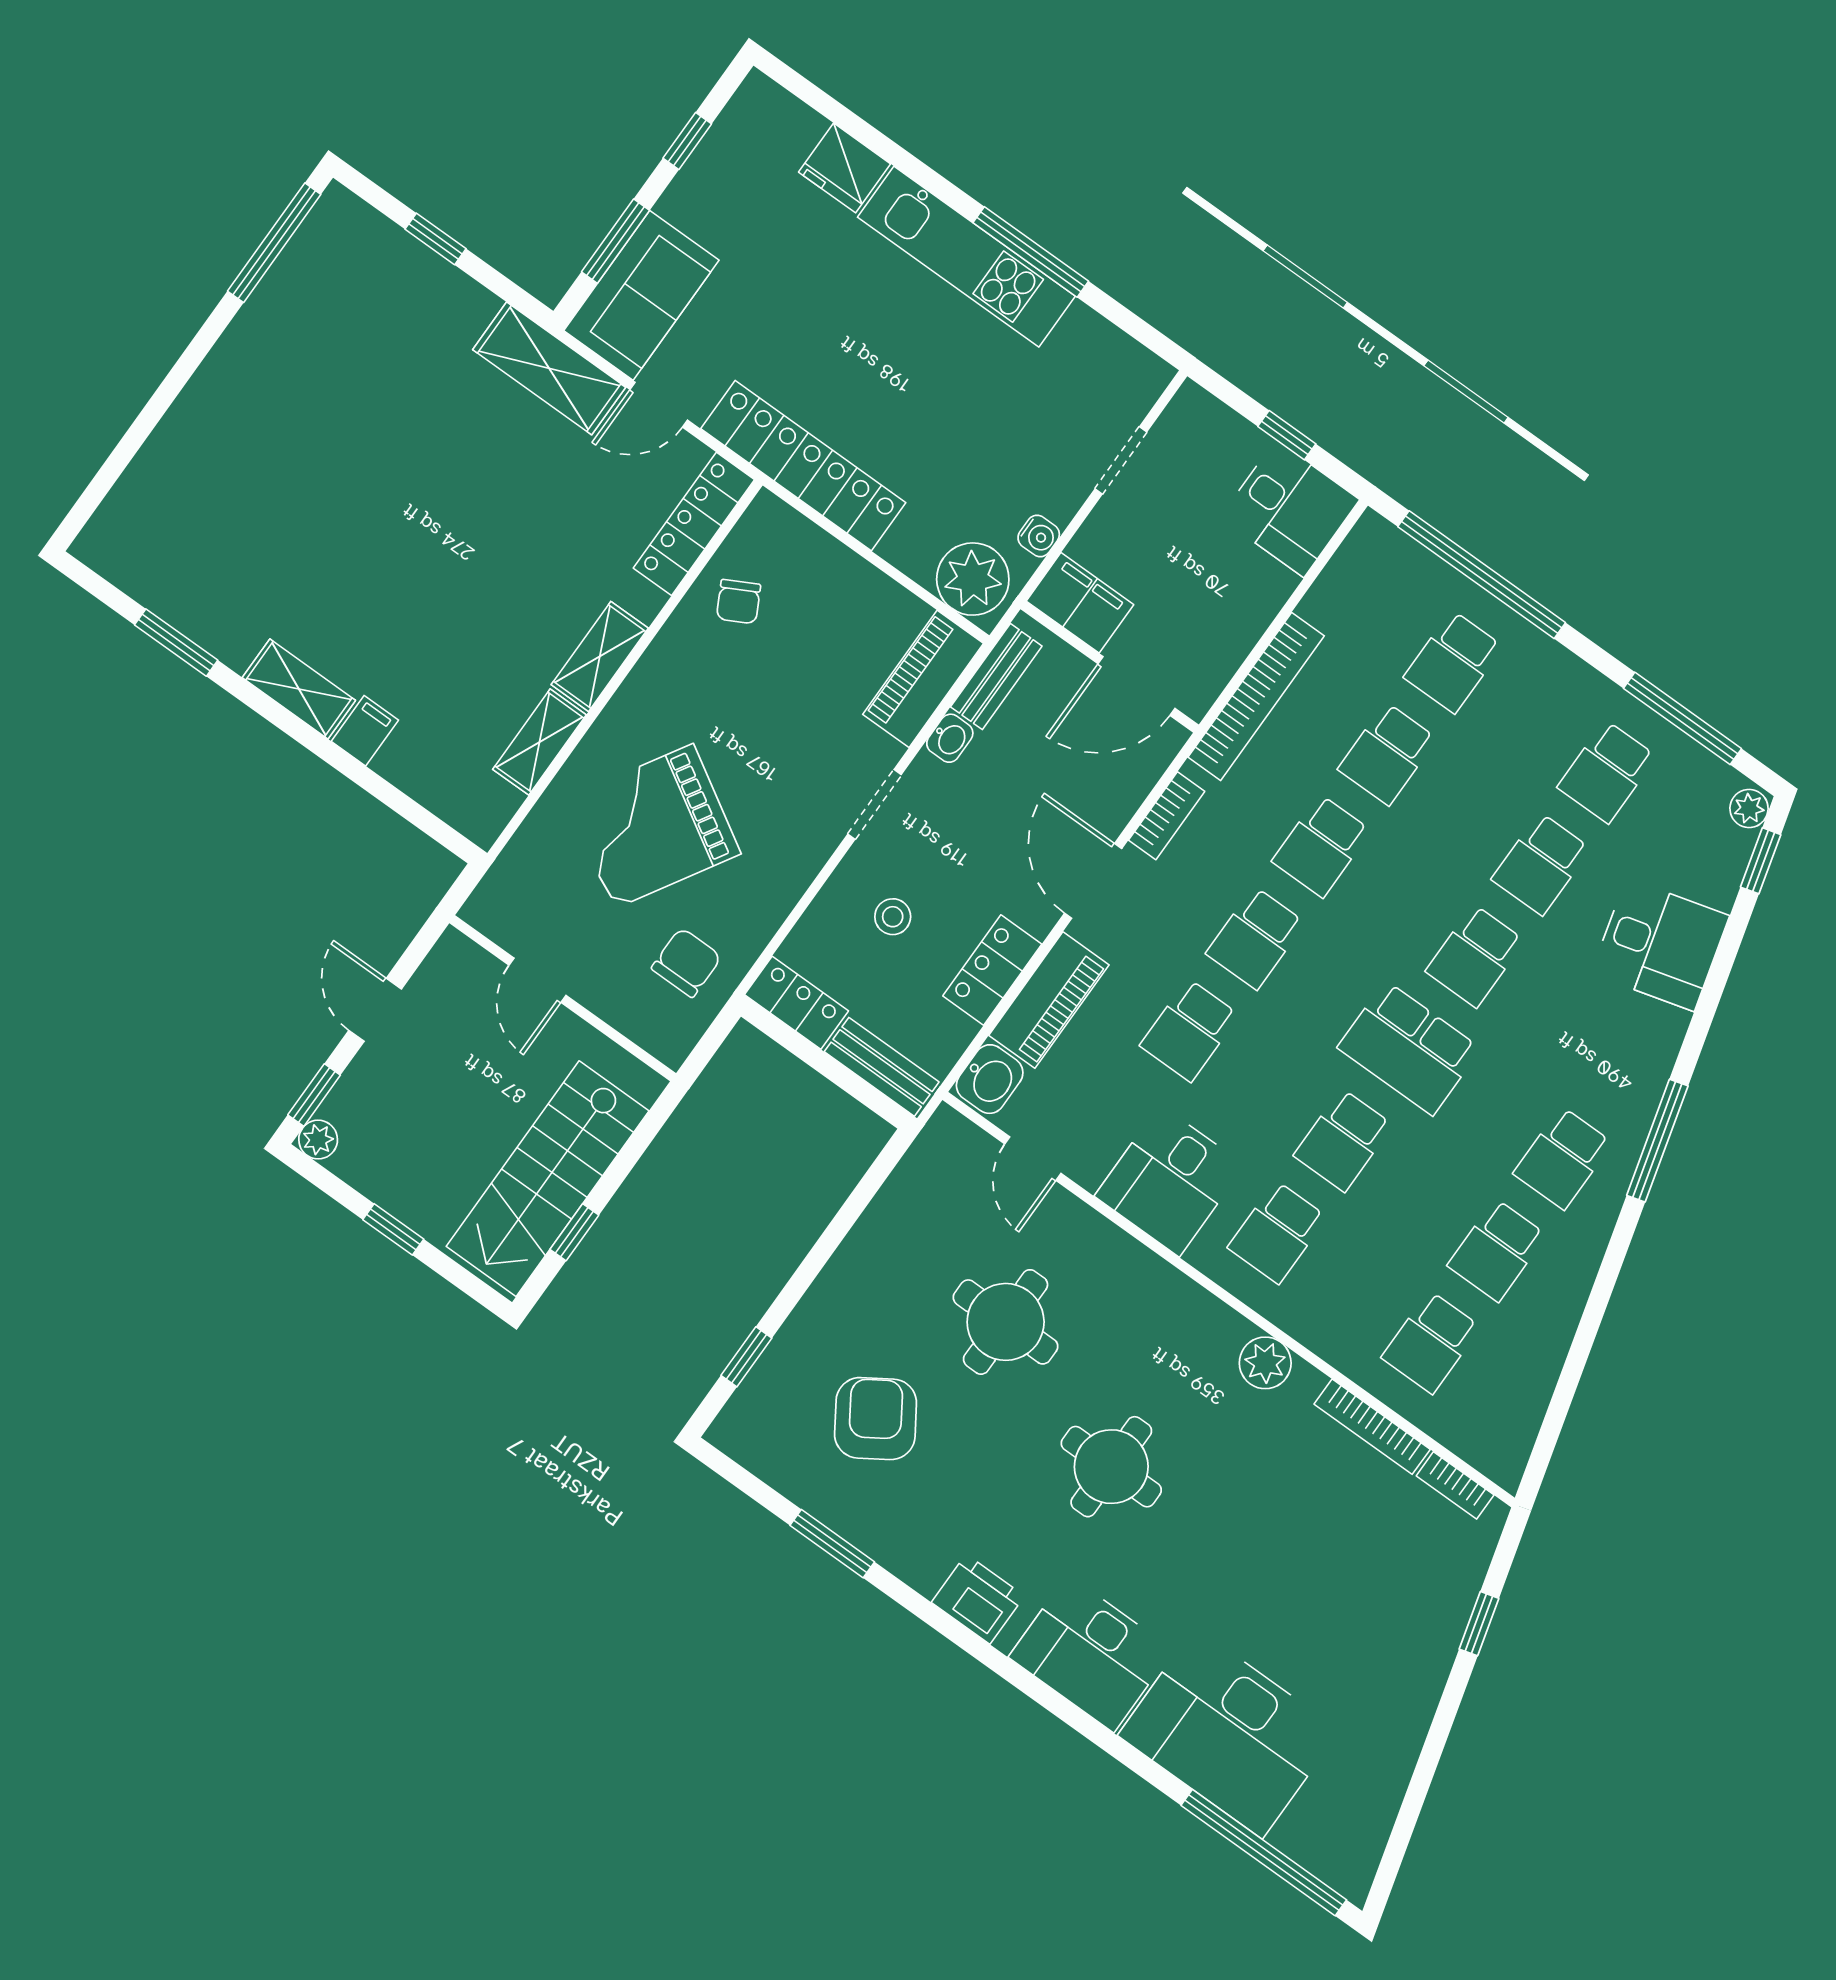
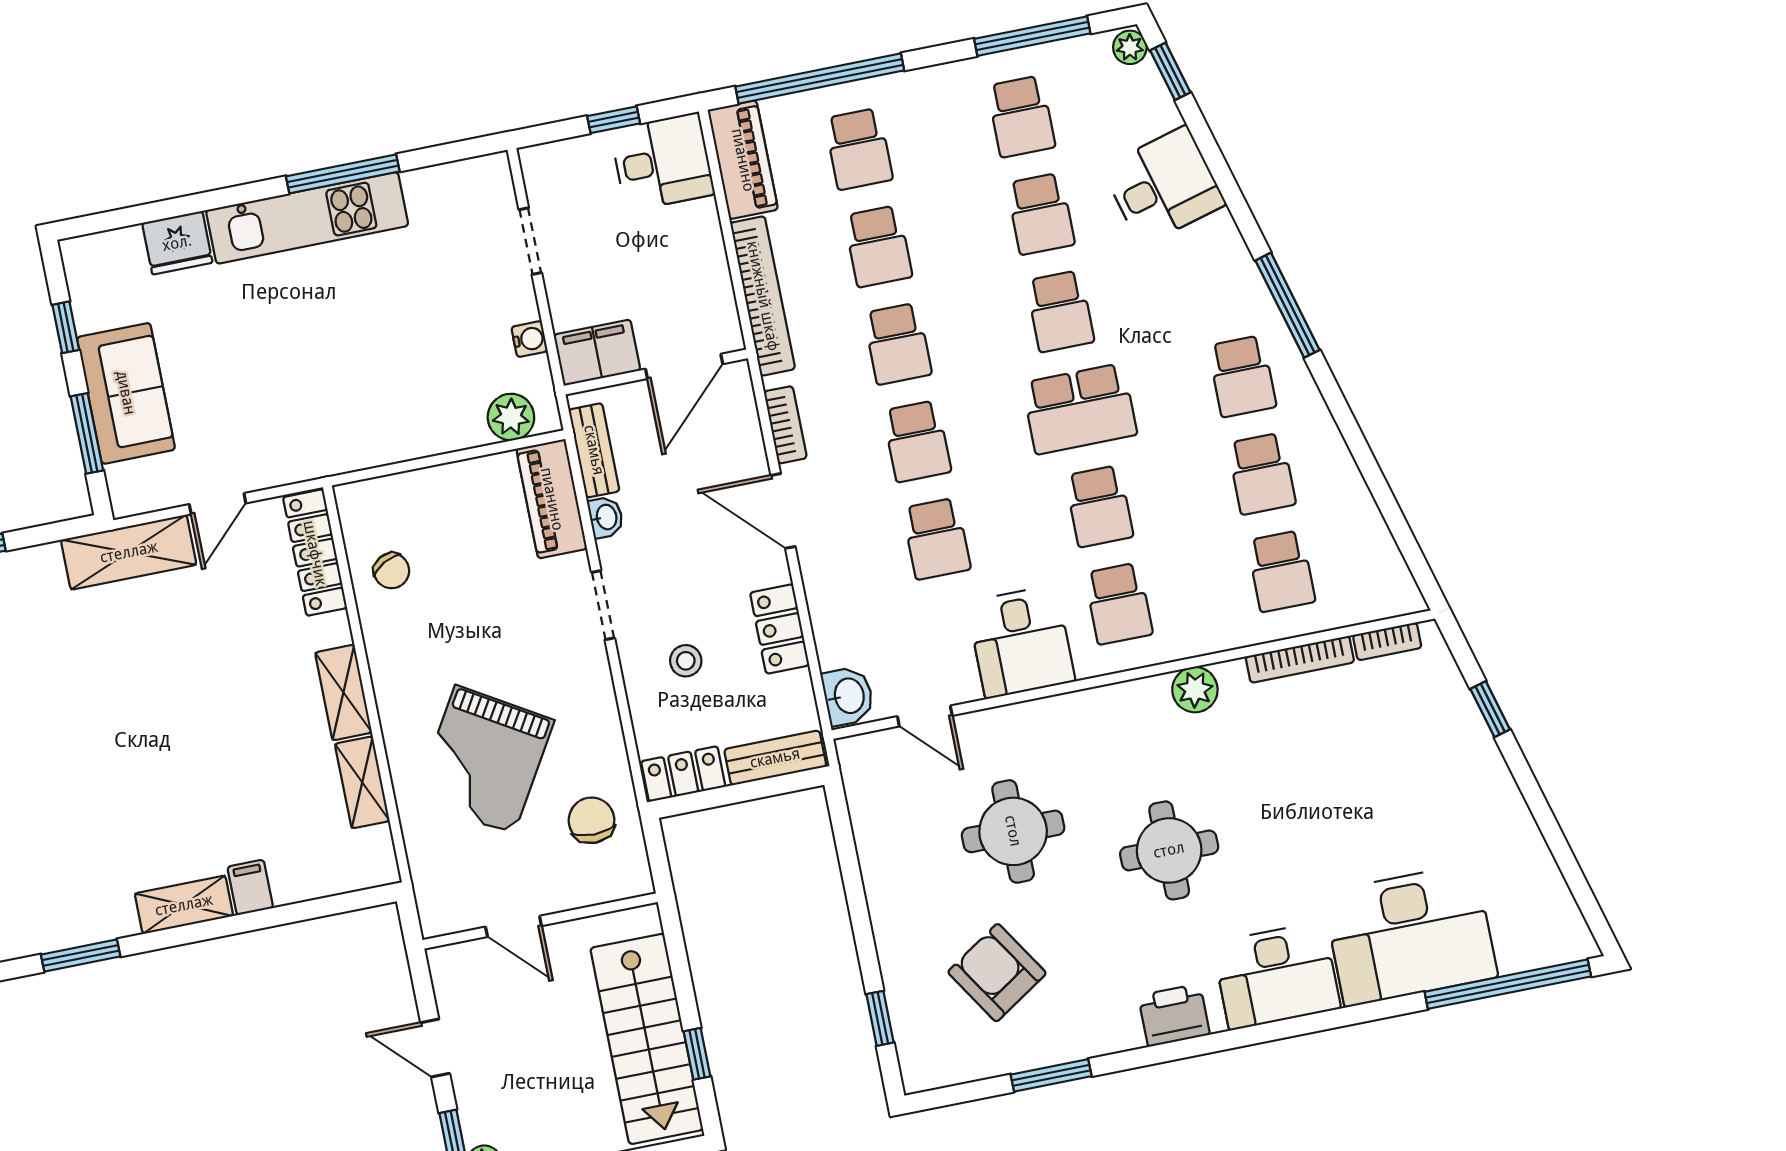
sofa: (641, 295) -> (126, 393), moved
locker: (803, 466) -> (343, 448), removed
plant: (973, 579) -> (511, 417), width x0.73, depth x0.73
piano: (1049, 1000) -> (743, 160), moved

